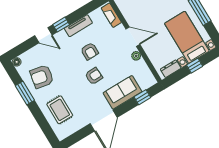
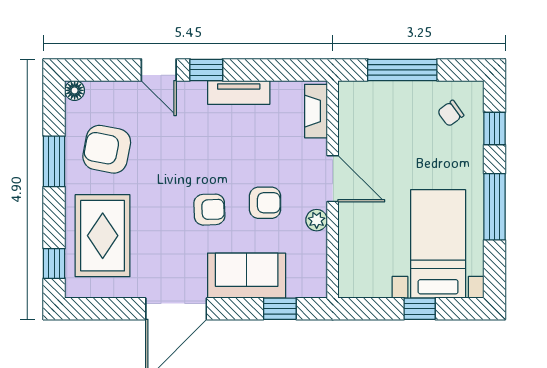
armchair: (90, 51) -> (265, 203), moved, turned -90
dresser: (171, 69) -> (369, 286), removed
rug: (60, 110) -> (103, 236), width x1.36, depth x1.43
window: (48, 131) -> (54, 263), added

